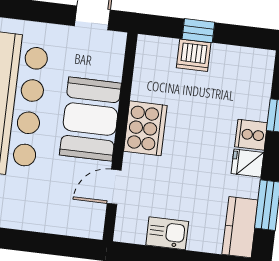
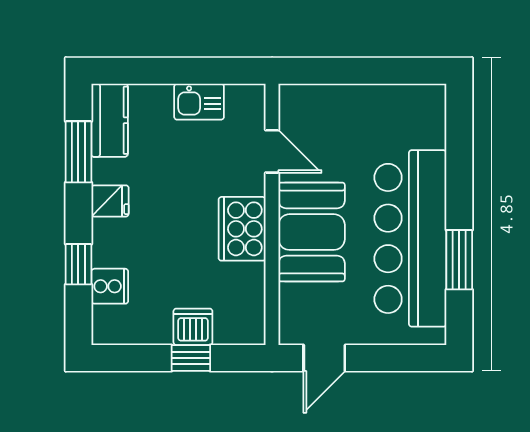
cooker: (251, 135) -> (110, 286), moved
door: (114, 187) -> (272, 151), hinge flipped

